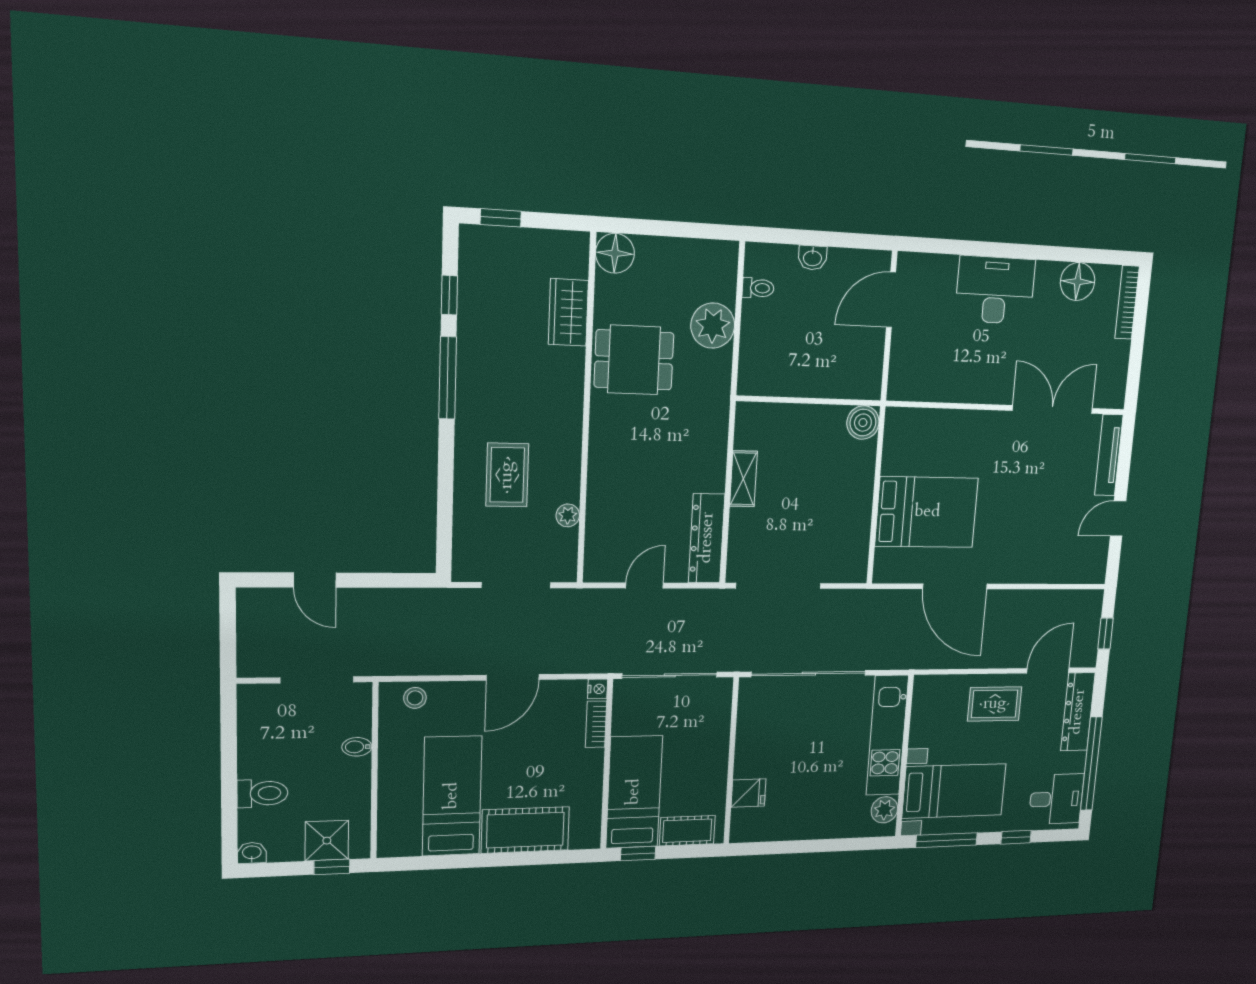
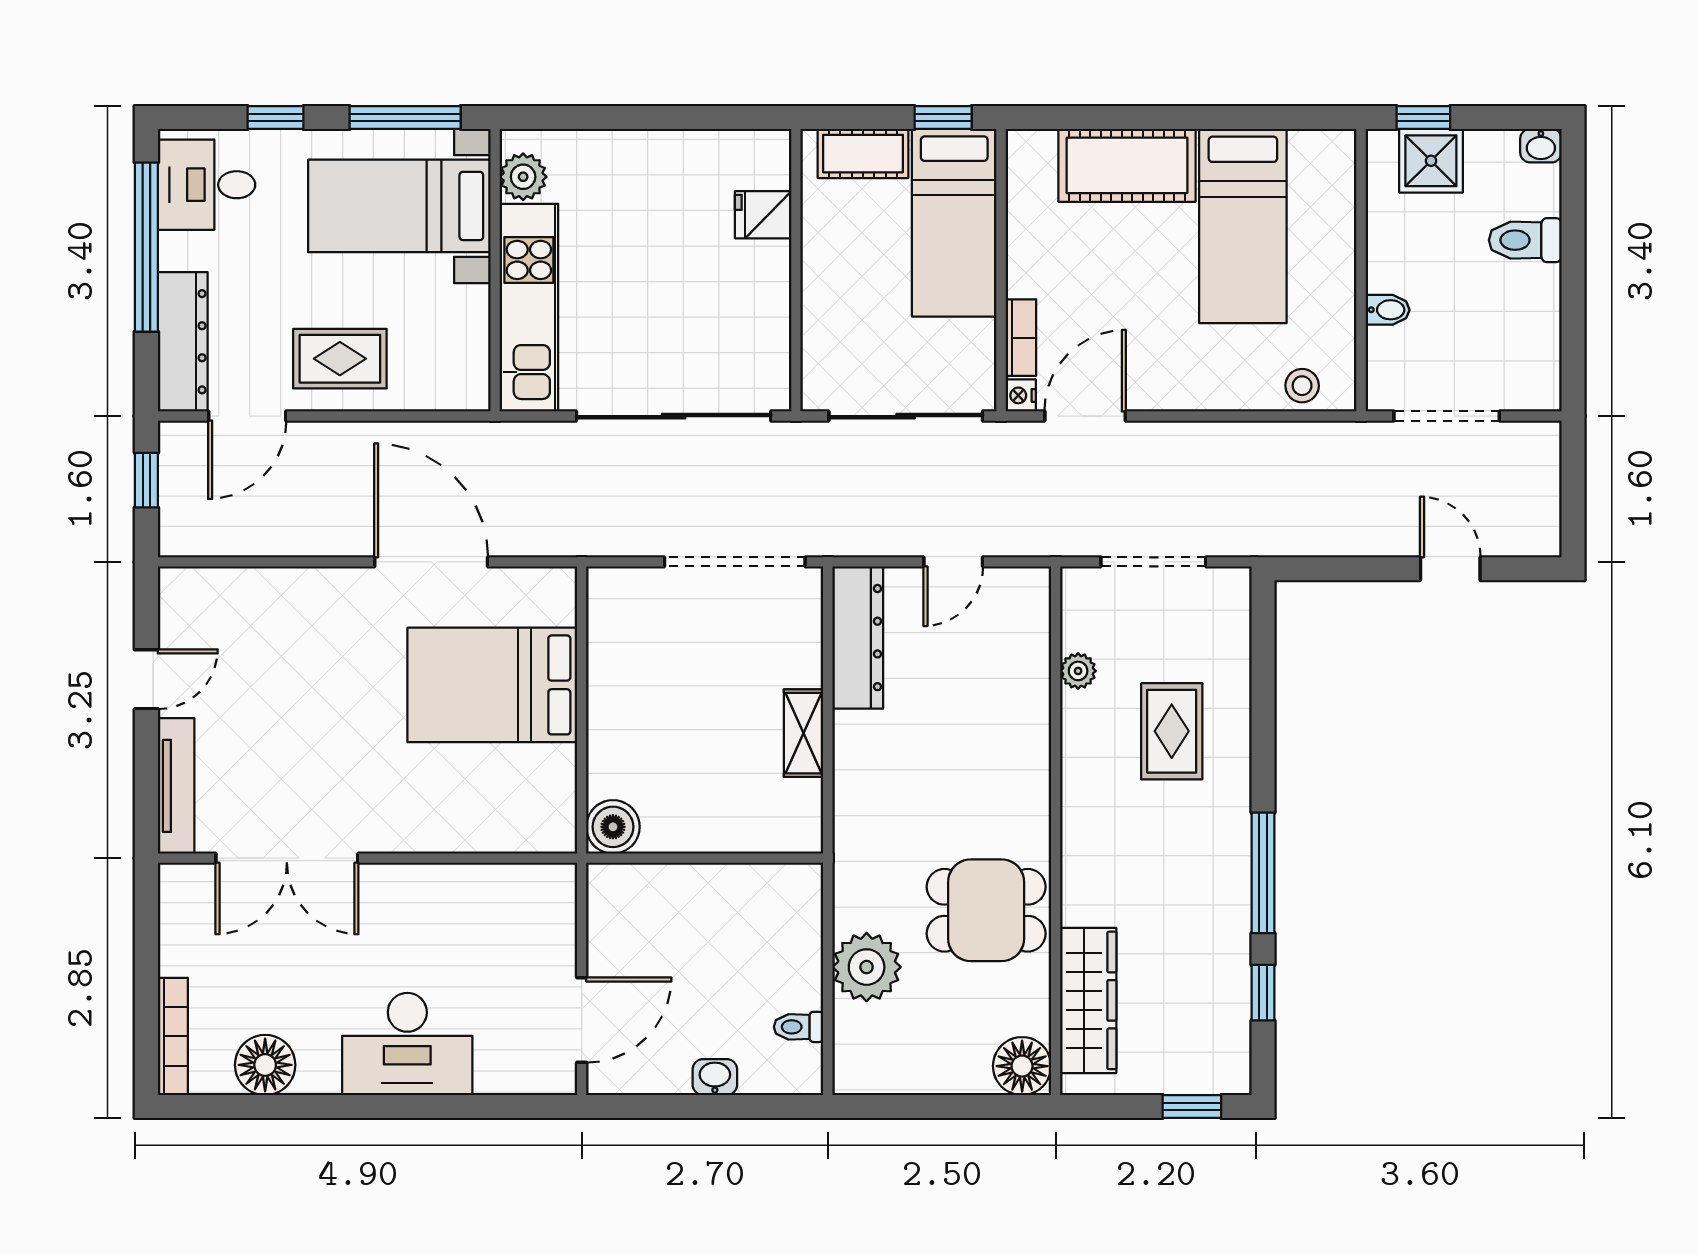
wardrobe: (568, 312) -> (1088, 1000), width x1.50
door: (513, 677) -> (1085, 416), moved

